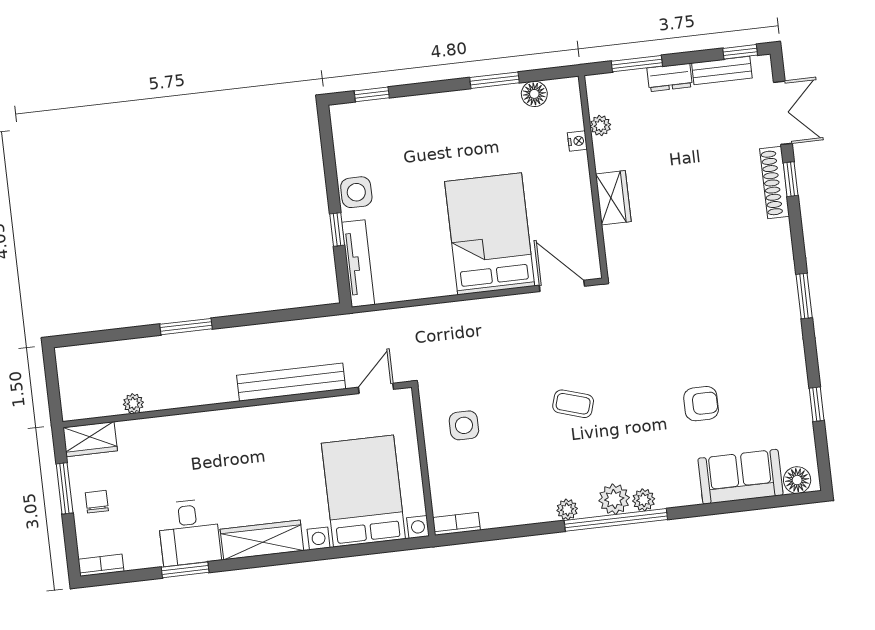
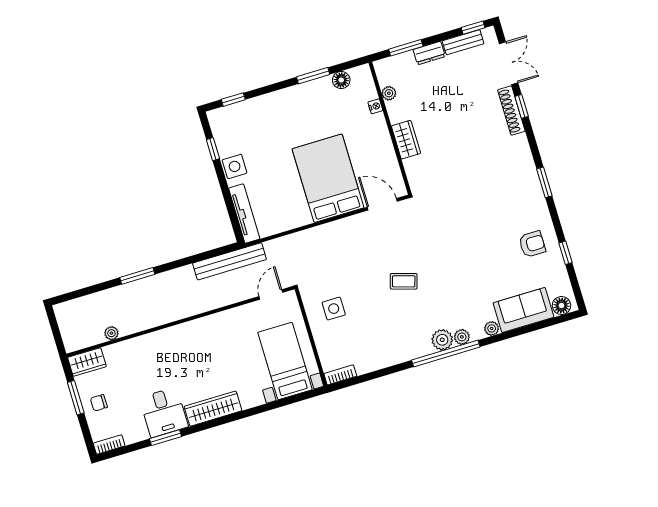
window: (337, 230) -> (213, 149), moved
bench: (291, 382) -> (229, 261), moved
armchair: (701, 404) -> (532, 244), moved
bed with nightstands: (363, 491) -> (285, 361), width x0.73
chair: (97, 502) -> (99, 403), turned -90
plant: (567, 510) -> (492, 328), moved

